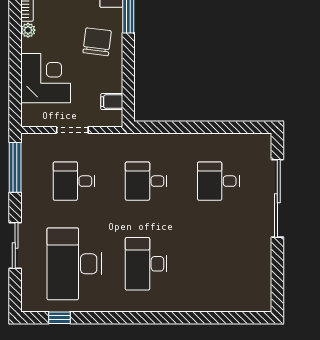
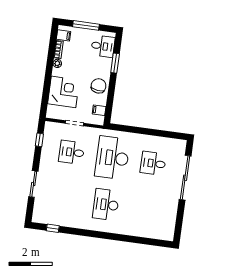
chair: (97, 42) -> (98, 86), moved
window: (15, 167) -> (39, 140), width x0.46
desk: (146, 181) -> (112, 158), width x1.87, depth x1.30
desk: (74, 264) -> (65, 199), removed

